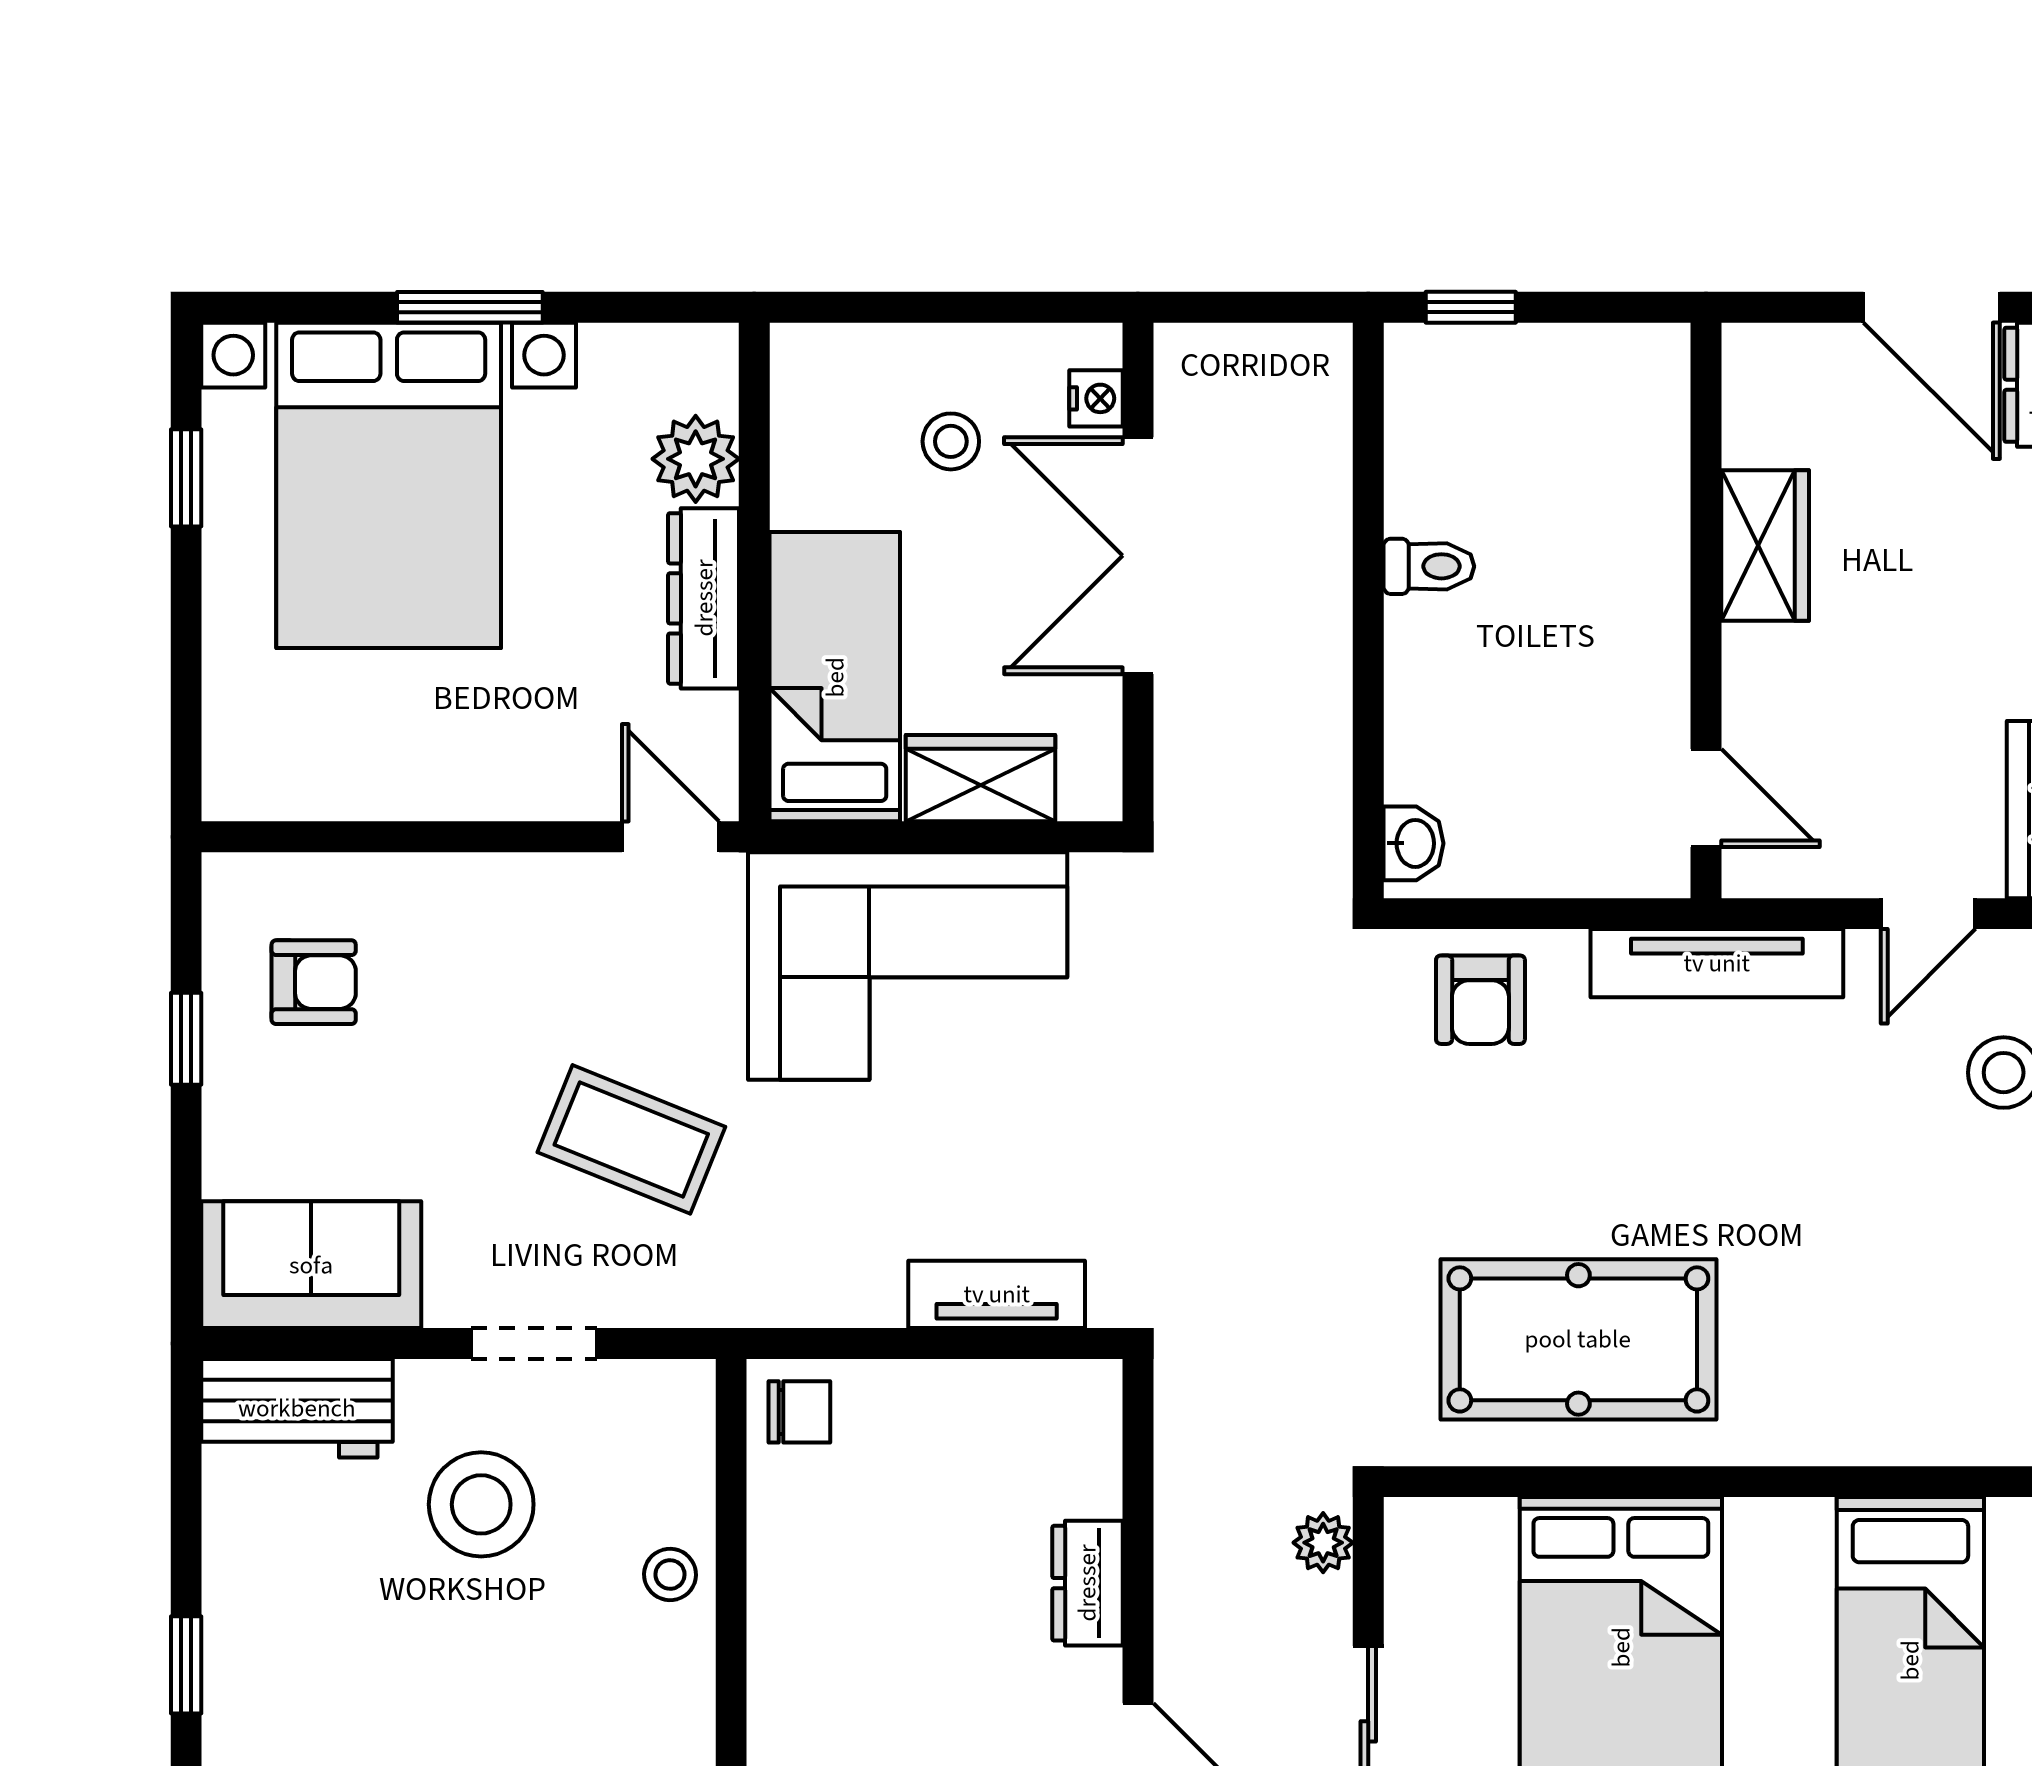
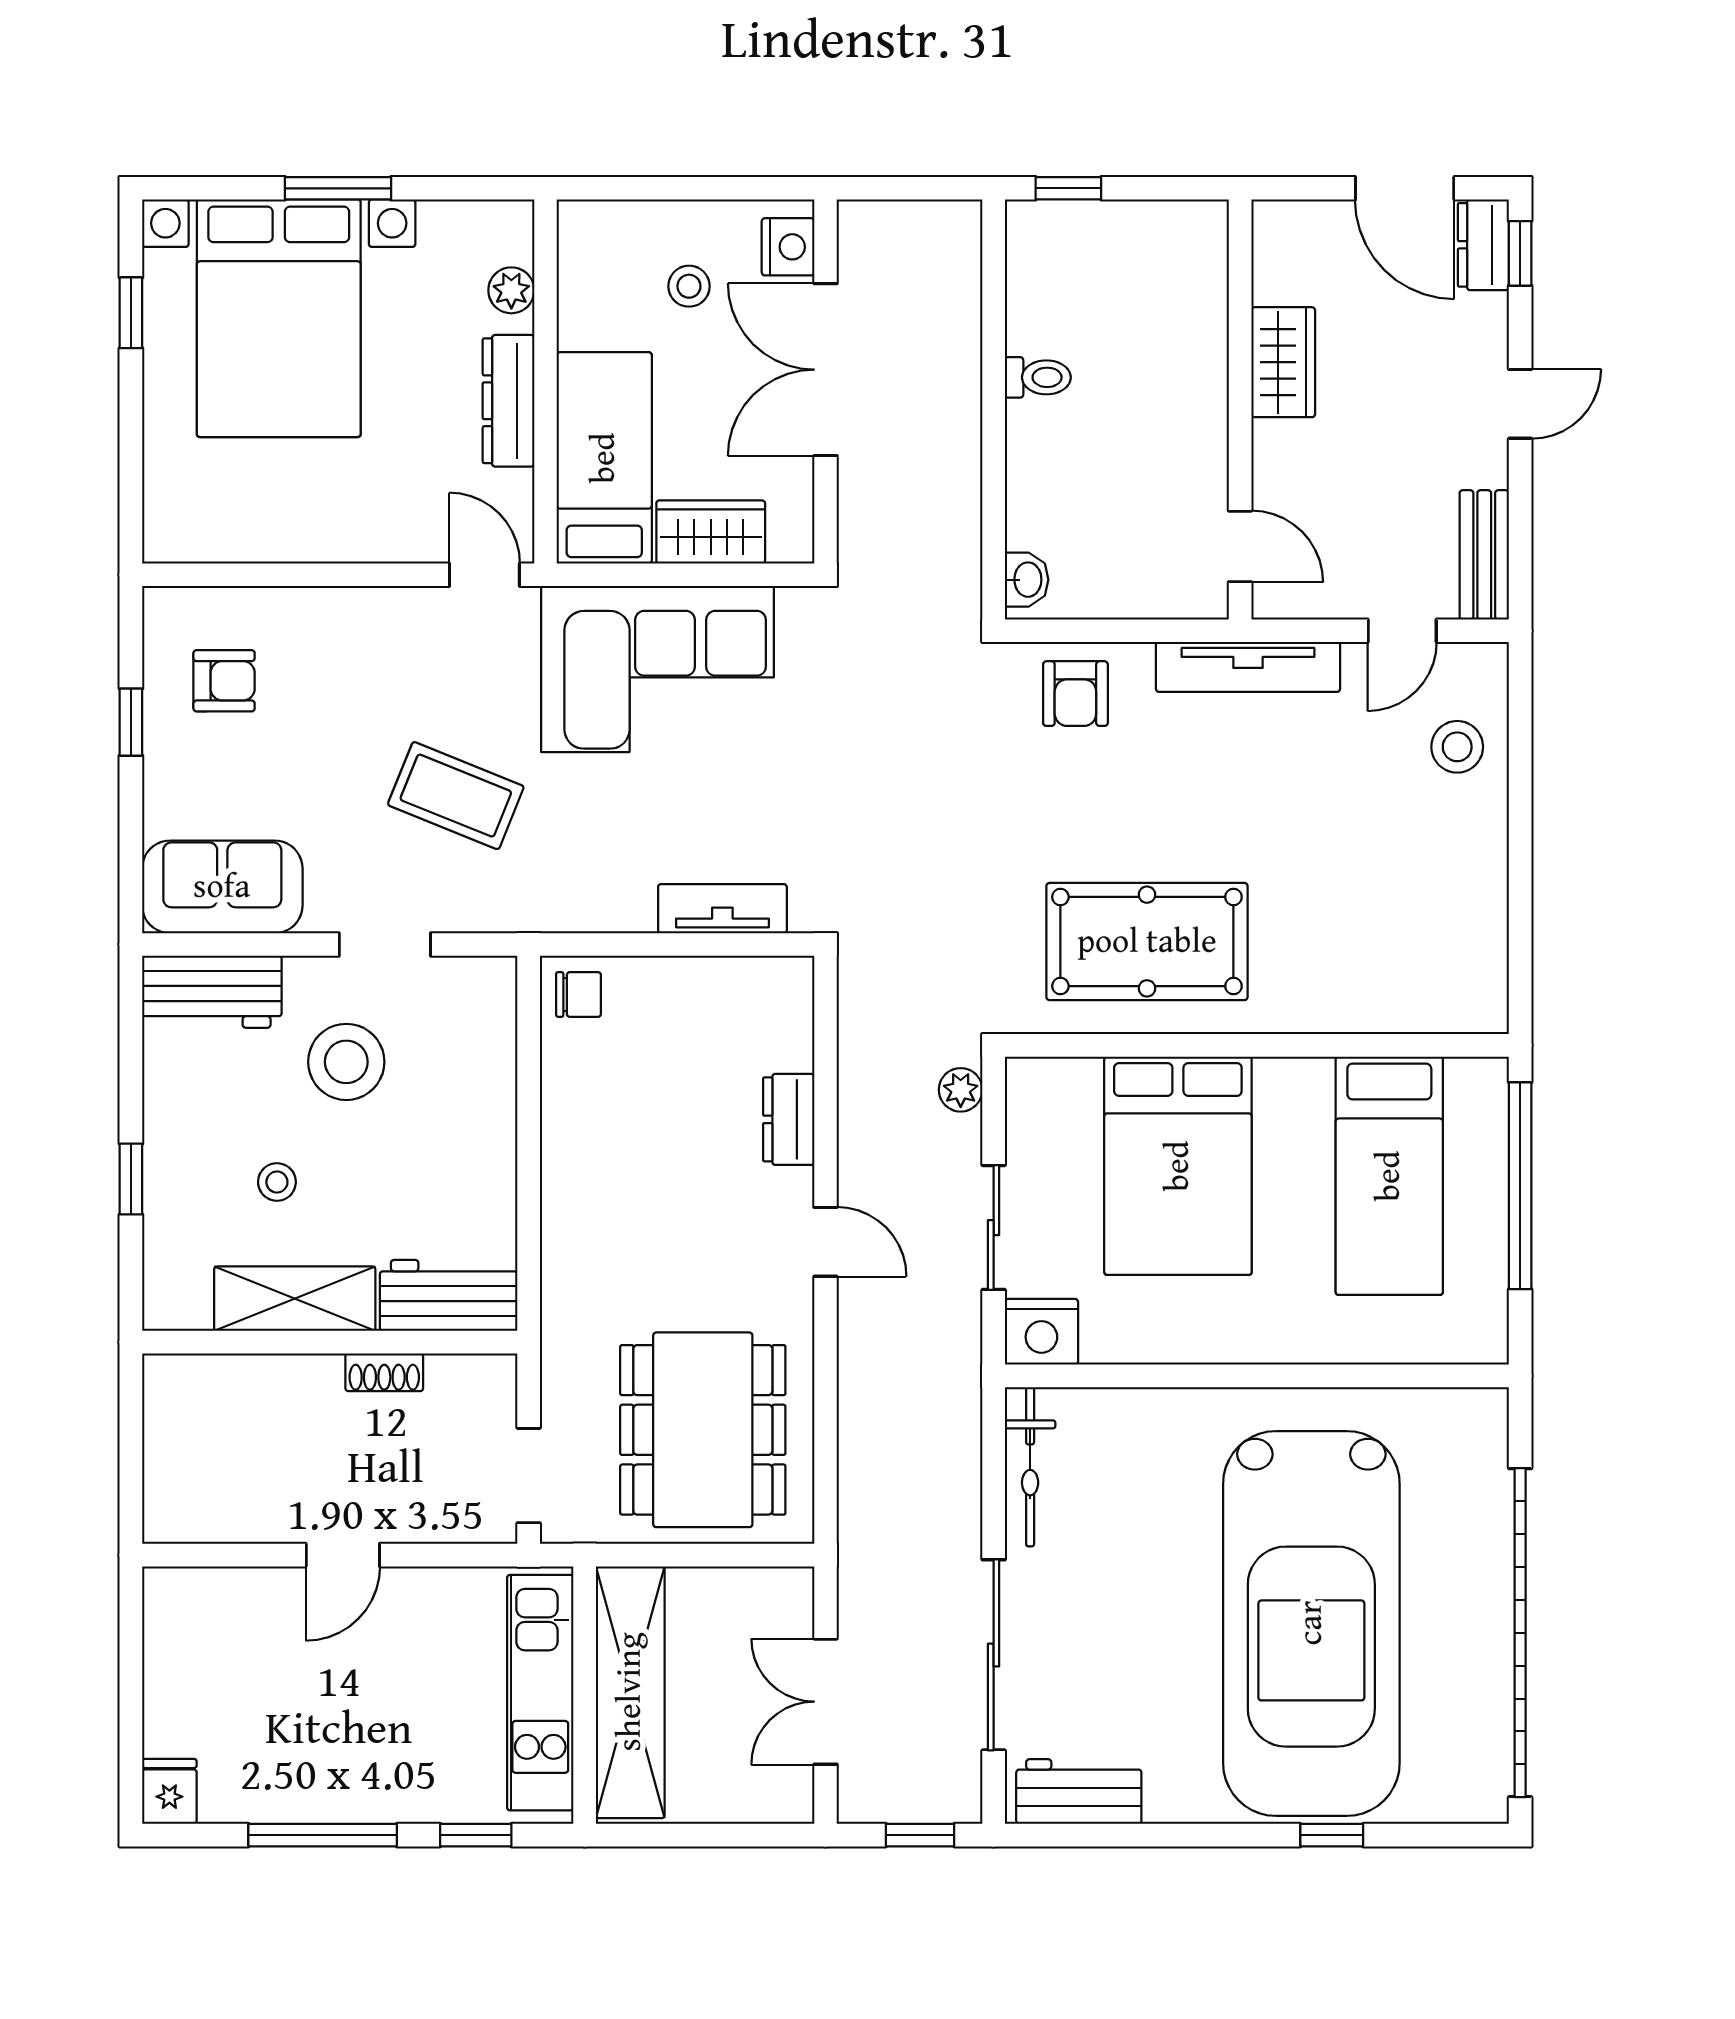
nightstand: (1096, 398) -> (788, 247), width x1.39, depth x1.35
plant: (696, 459) -> (511, 290), width x0.73, depth x0.73
stool: (670, 1574) -> (277, 1182), moved

